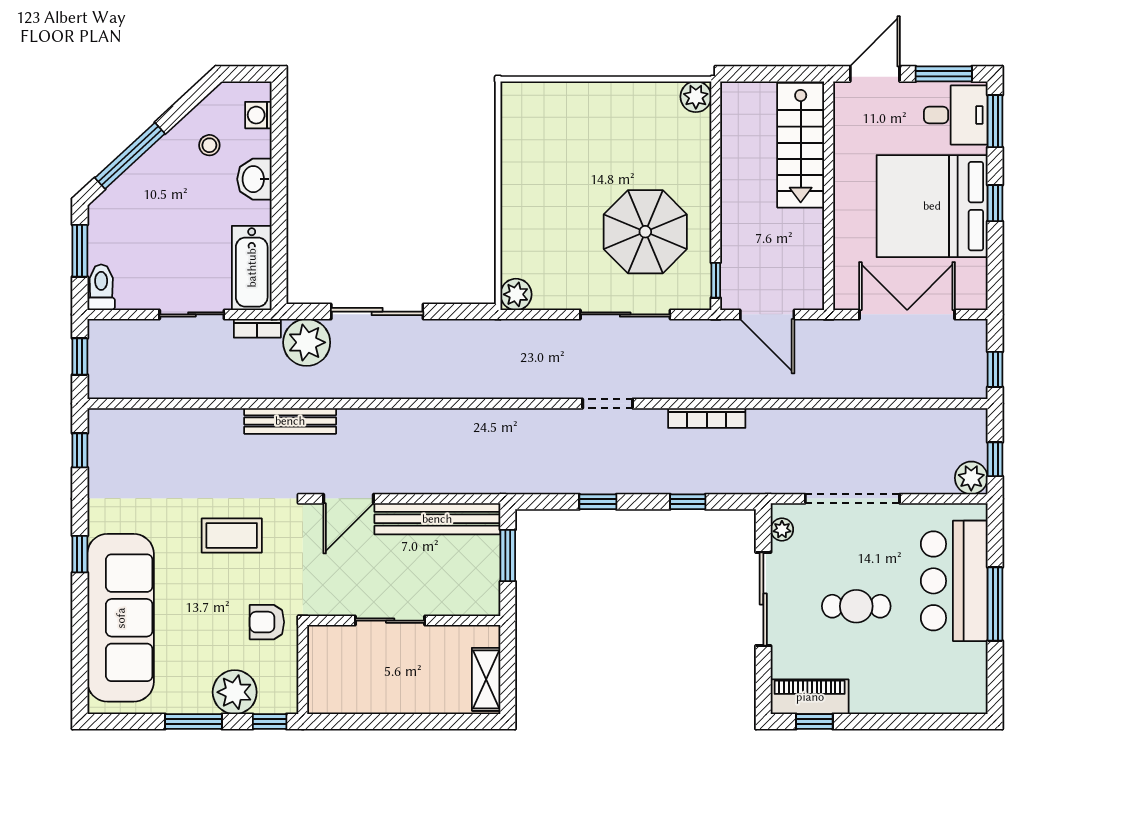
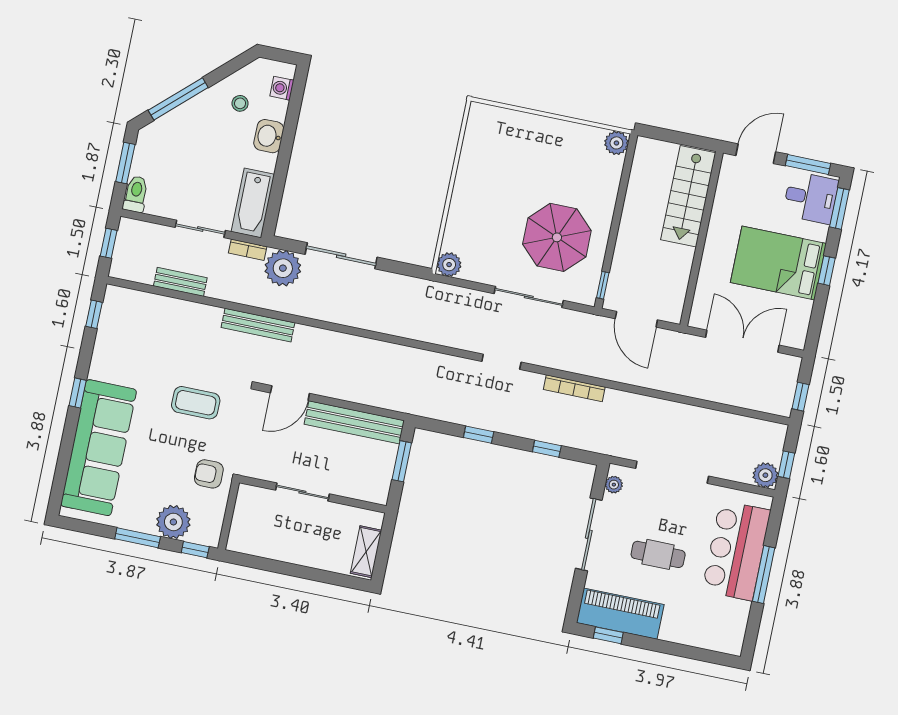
bed: (932, 206) -> (778, 263), width x0.73
bench: (181, 387) -> (180, 282), added
piano: (810, 697) -> (620, 614), width x1.37, depth x1.33

